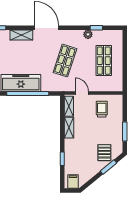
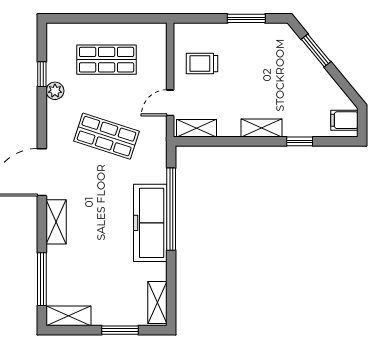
shelving: (69, 128) -> (261, 128), moved
pallet: (104, 153) -> (288, 59), removed

